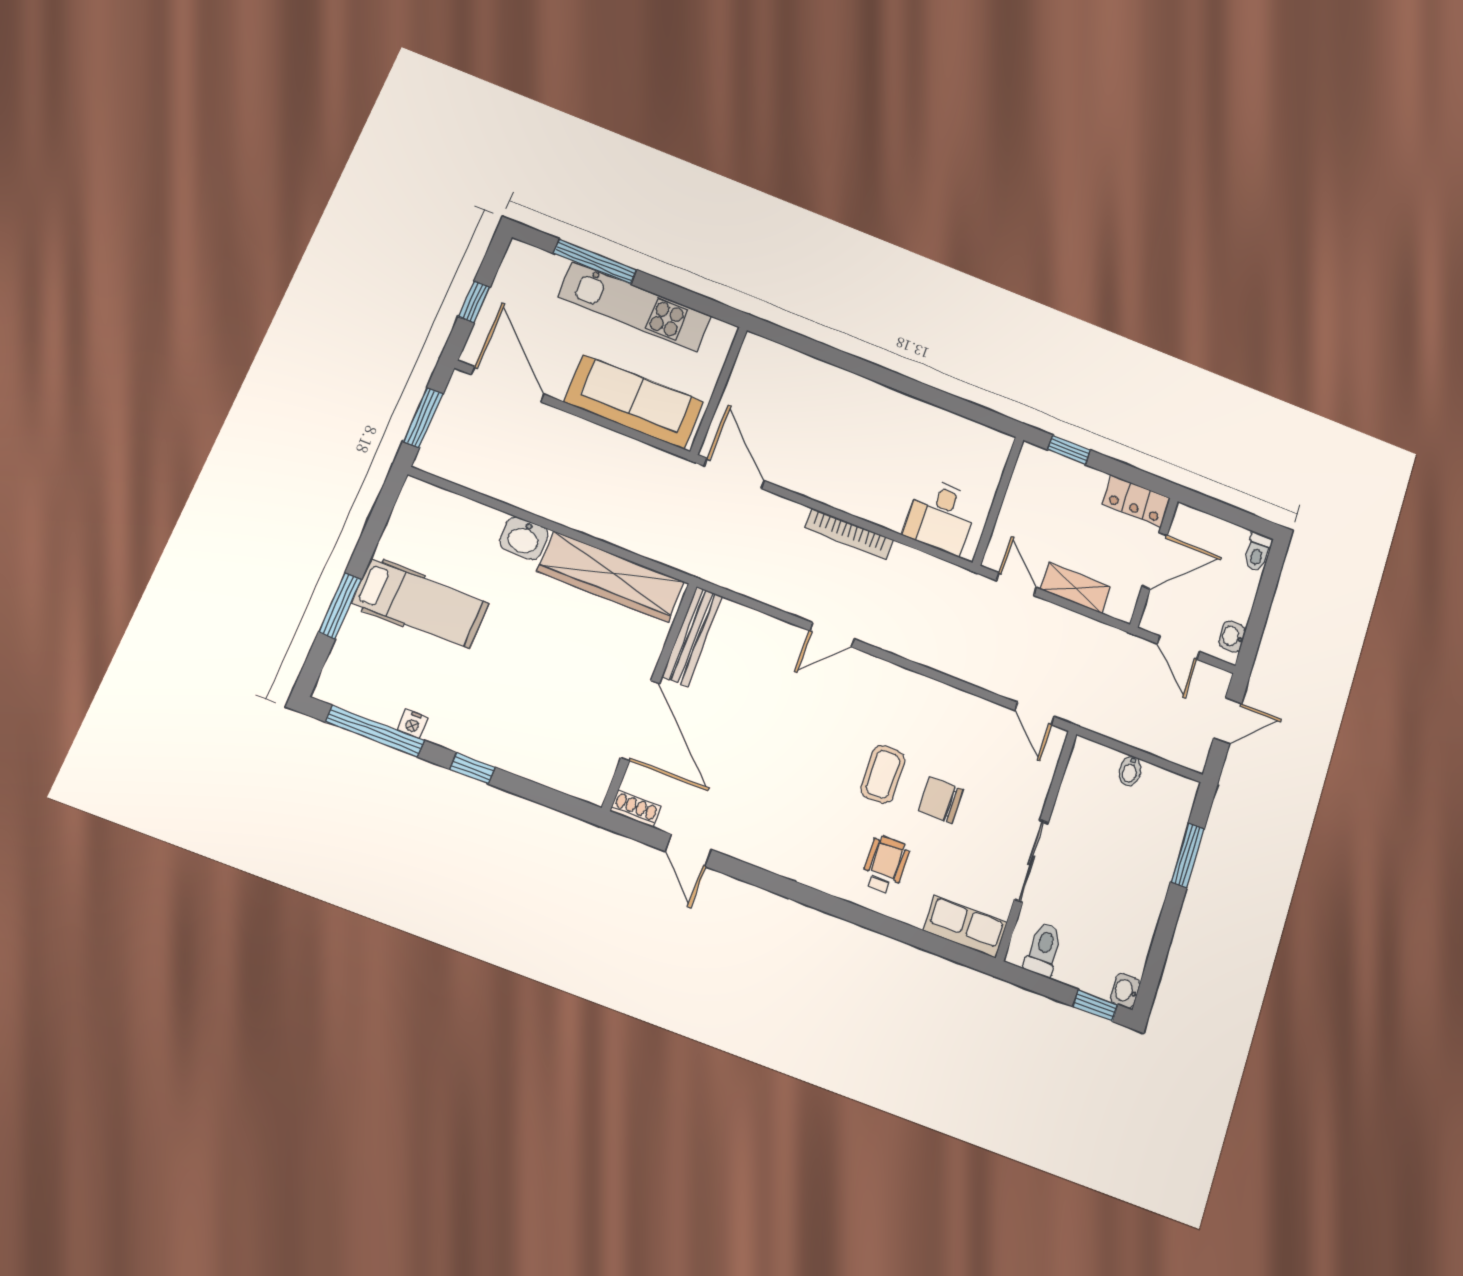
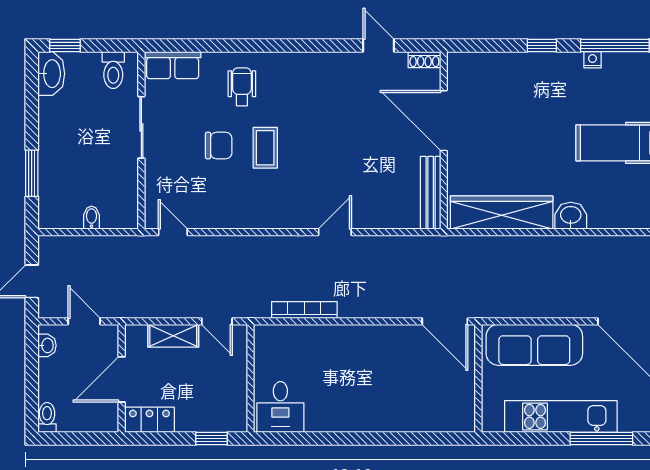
desk: (941, 516) -> (280, 407), moved, turned 180
bookcase: (849, 534) -> (304, 310), moved
wheelchair: (885, 864) -> (242, 87), turned 180
washbasin: (1125, 991) -> (51, 74), width x1.91, depth x1.45

